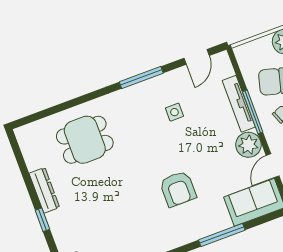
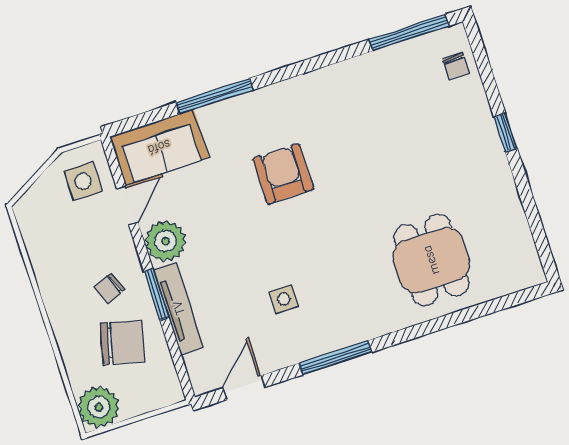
window: (253, 112) -> (156, 294), width x0.69
dining table: (85, 140) -> (431, 260), turned 90
dresser: (44, 190) -> (500, 180), removed

